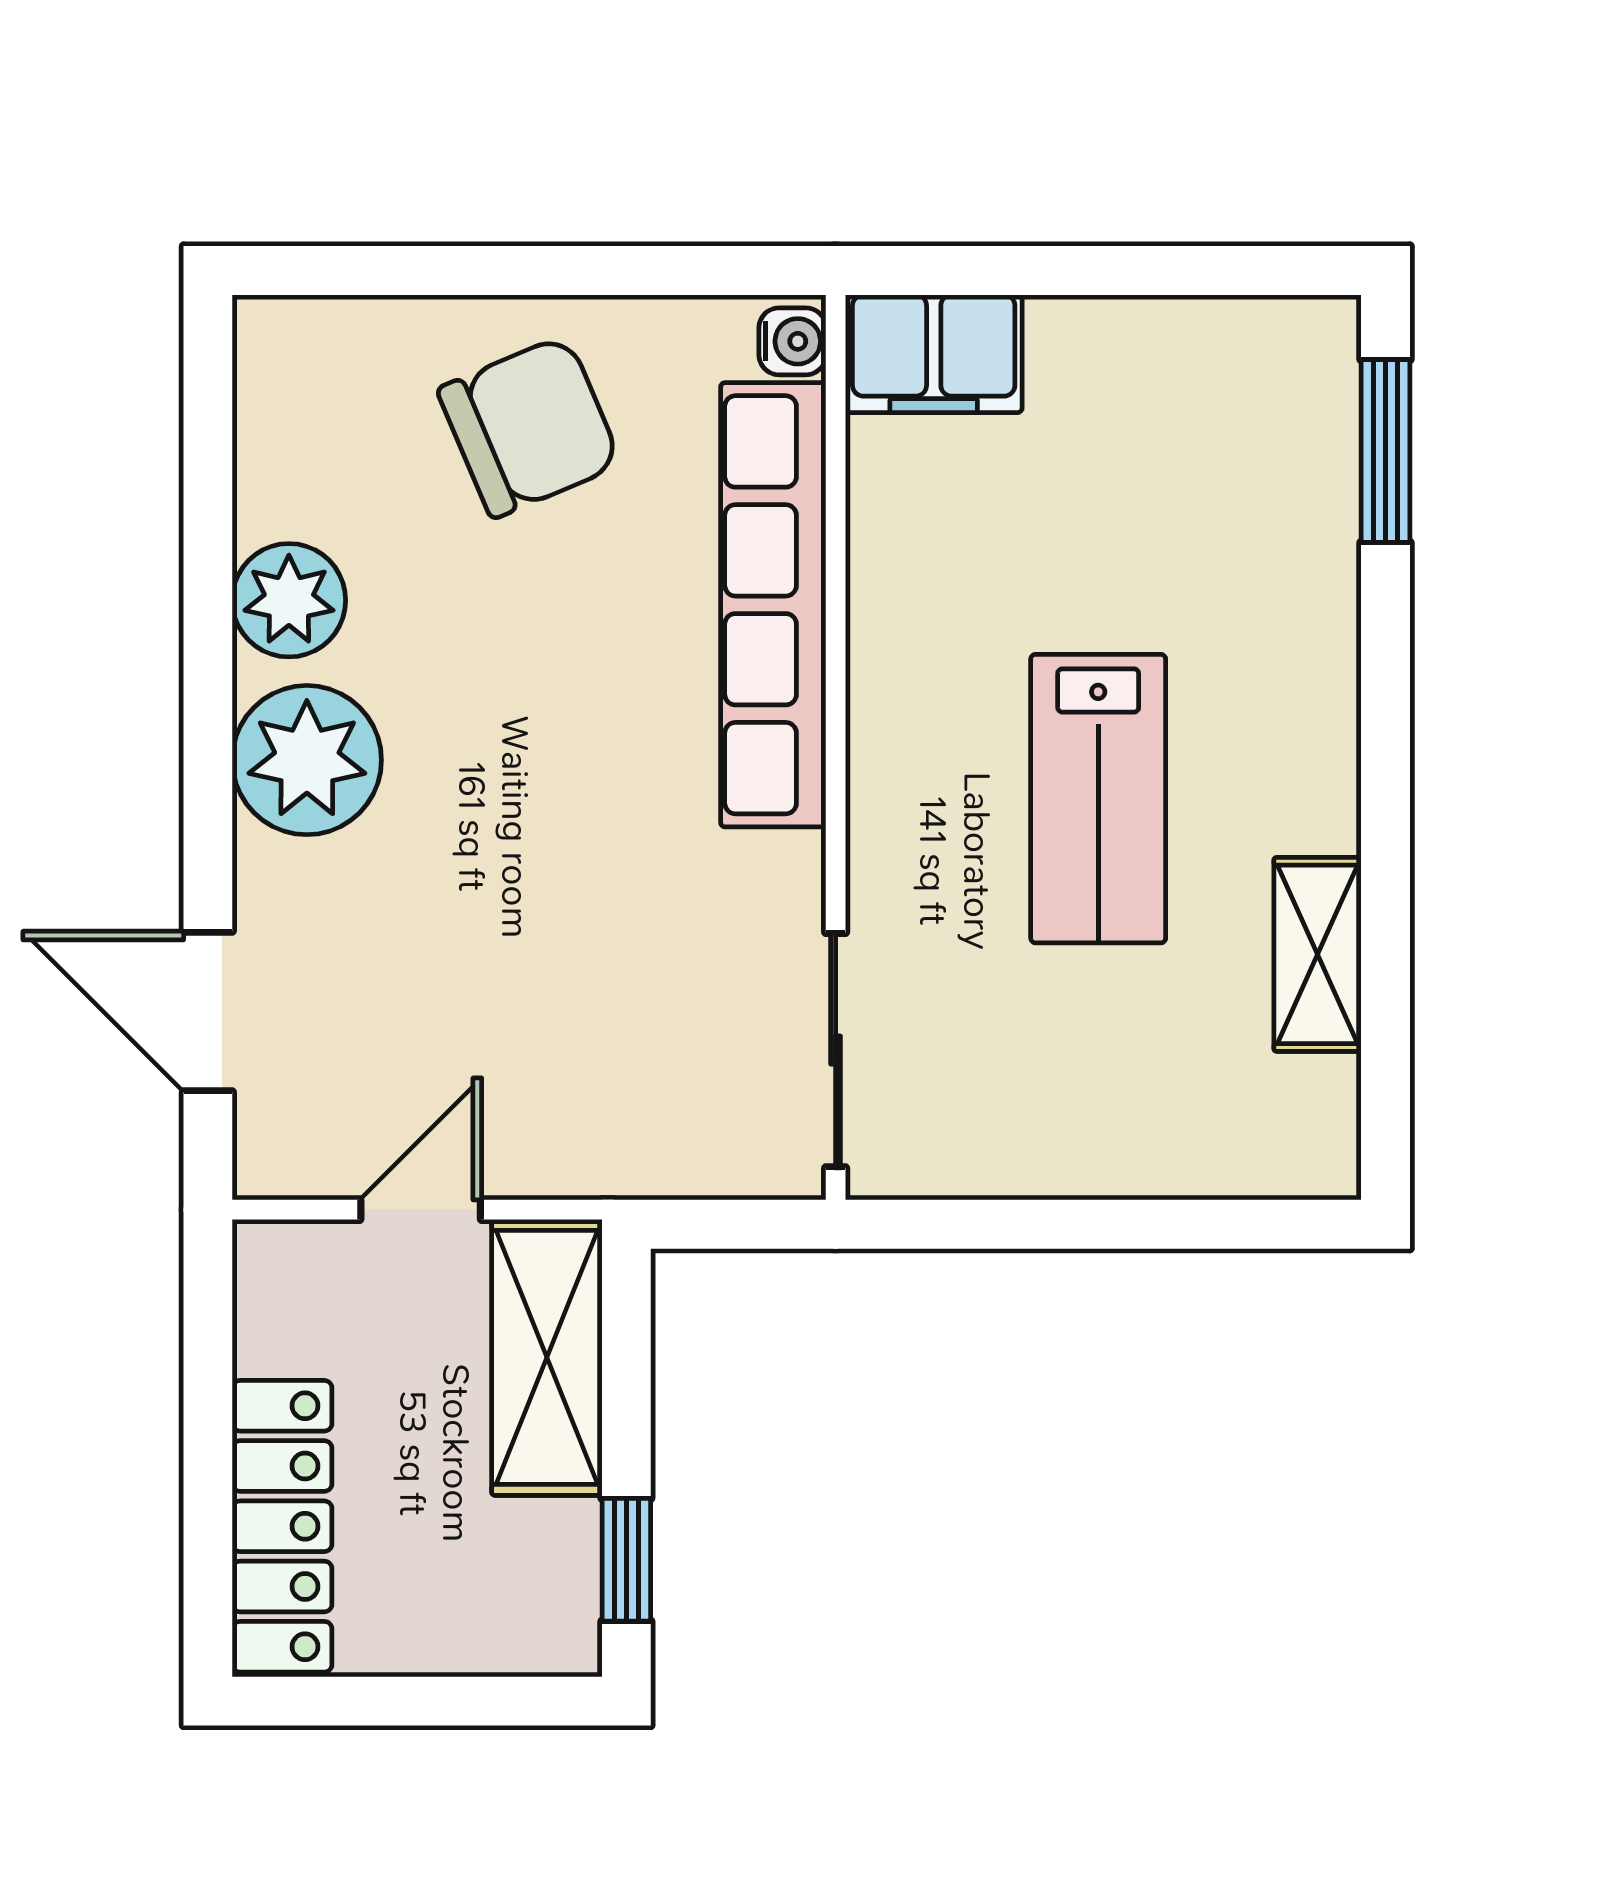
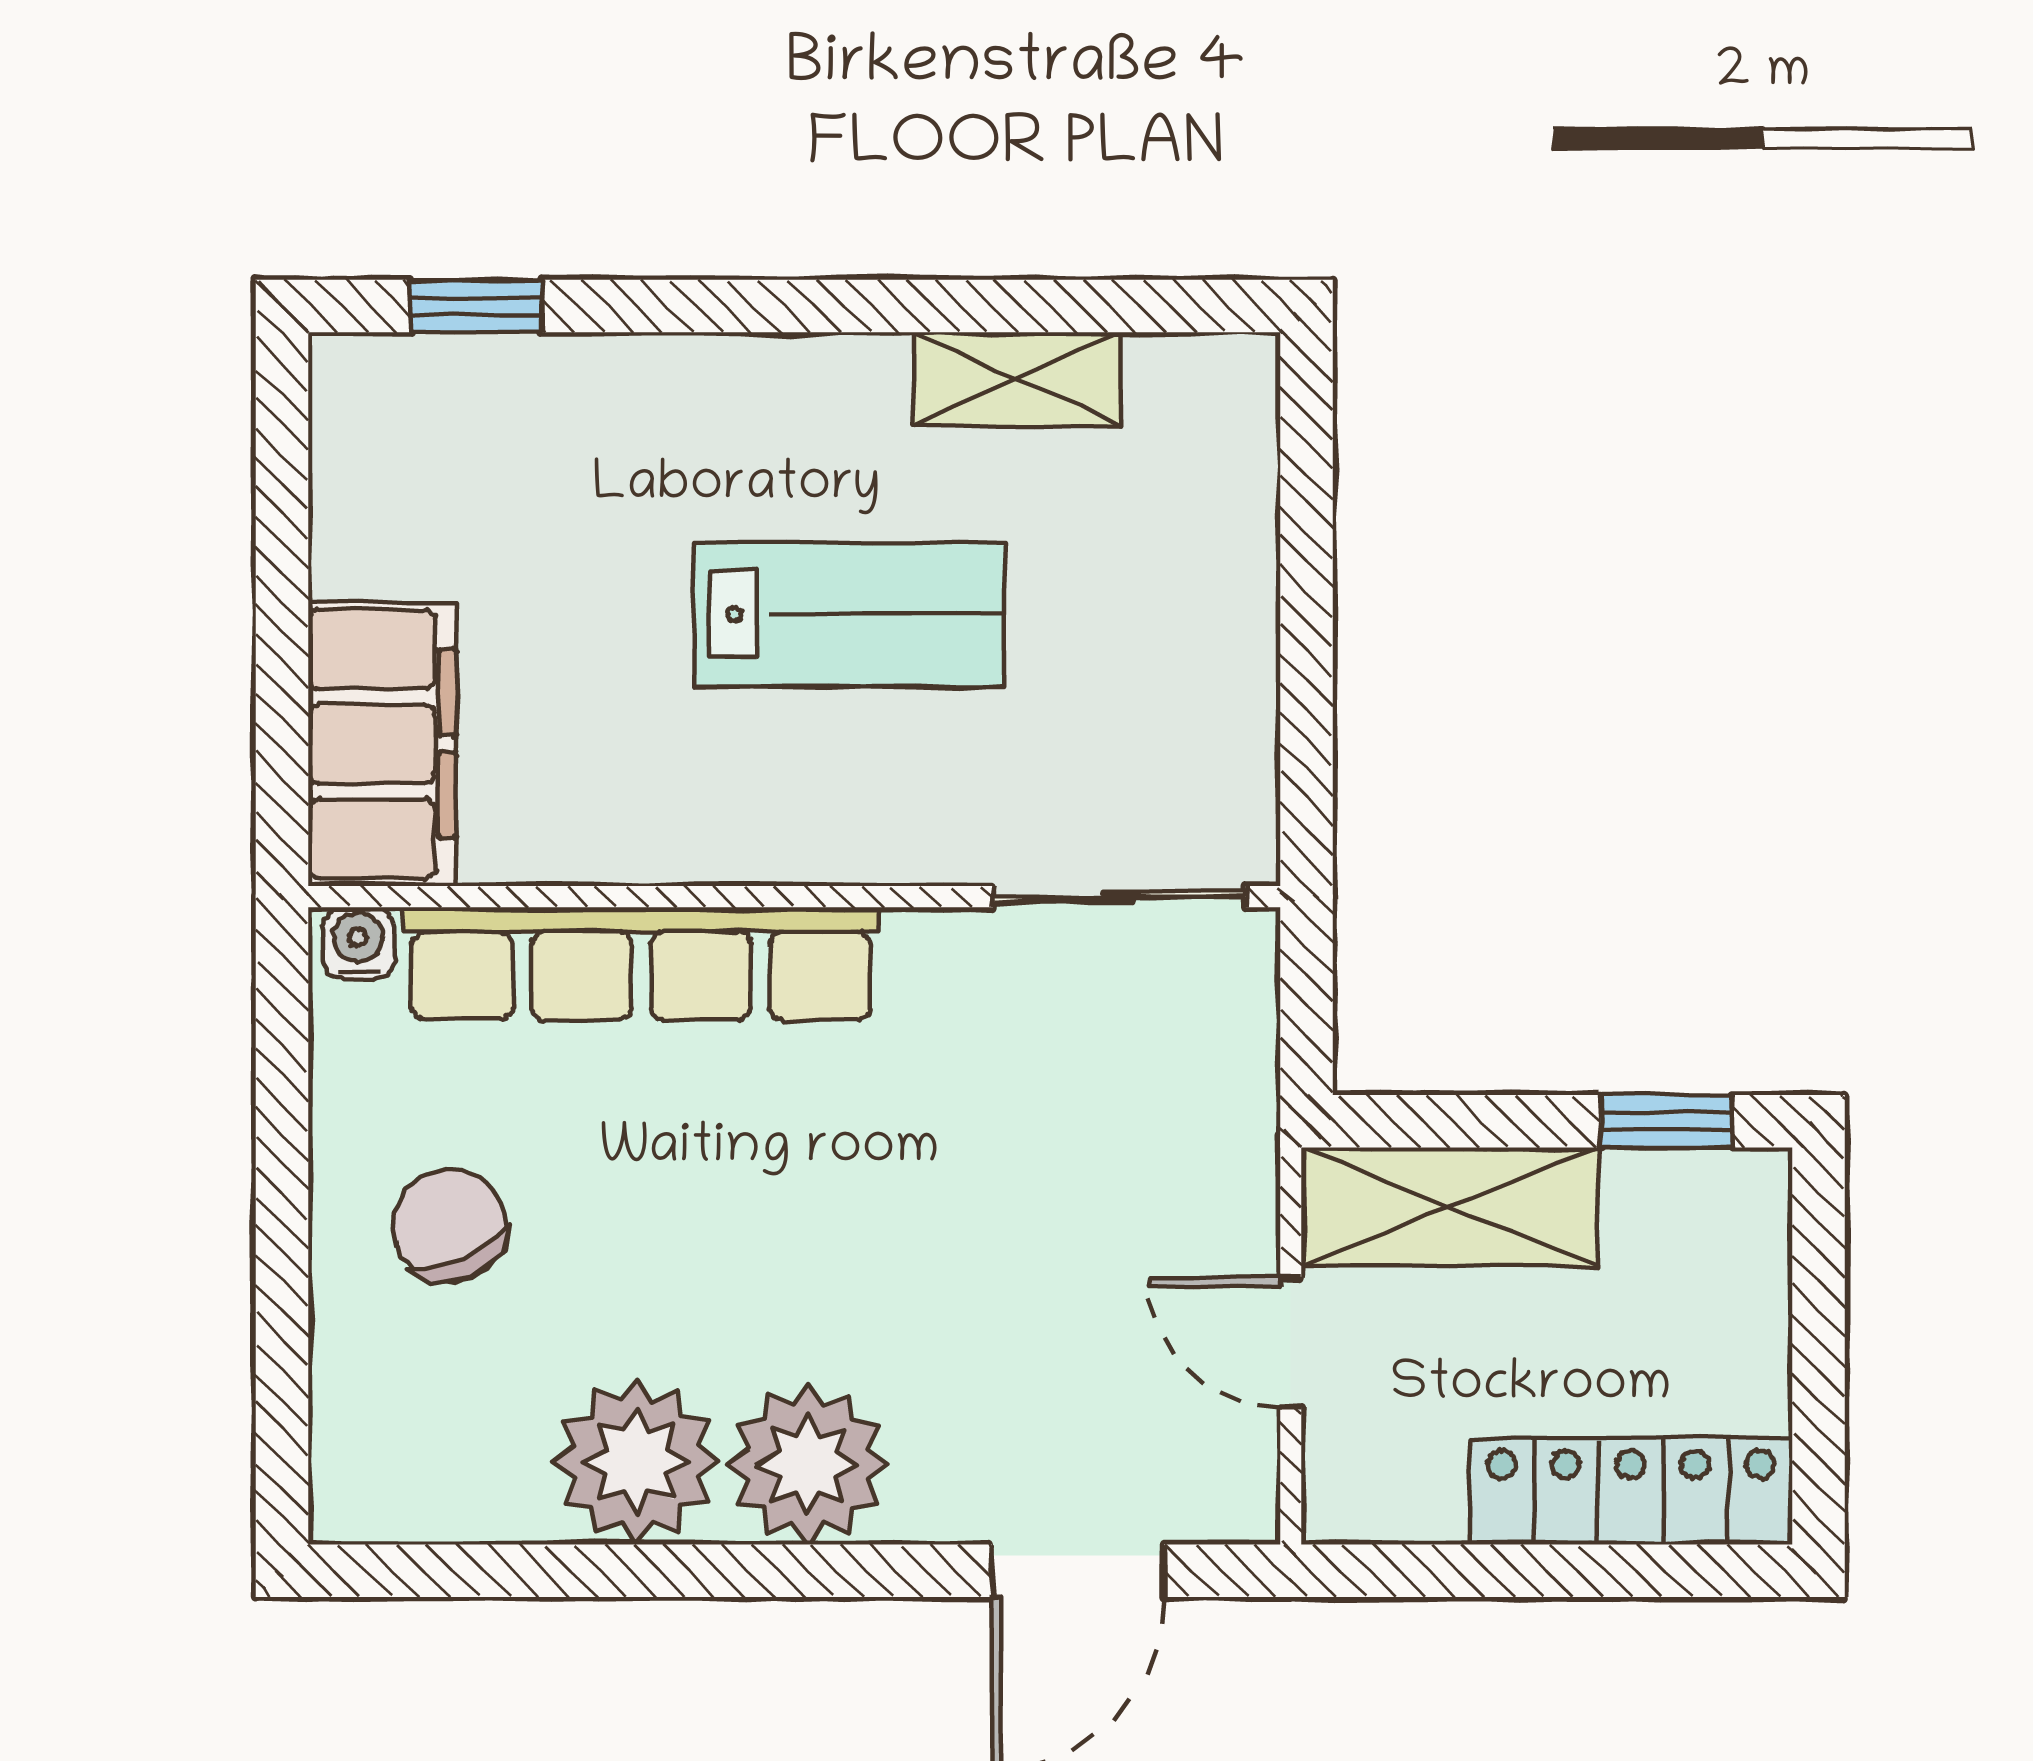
filing cabinet: (934, 354) -> (382, 744), width x1.50, depth x1.17
chair: (529, 427) -> (450, 1225), width x0.73, depth x0.73
window: (1385, 451) -> (476, 306), width x0.67
plant: (289, 600) -> (636, 1462), width x1.36, depth x1.36

